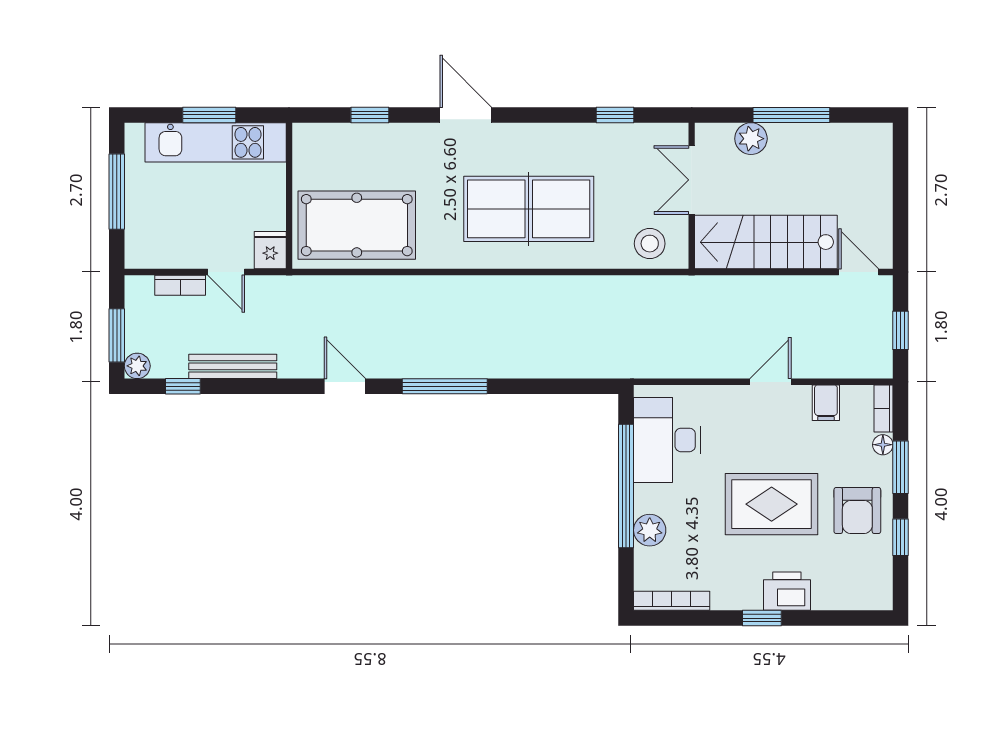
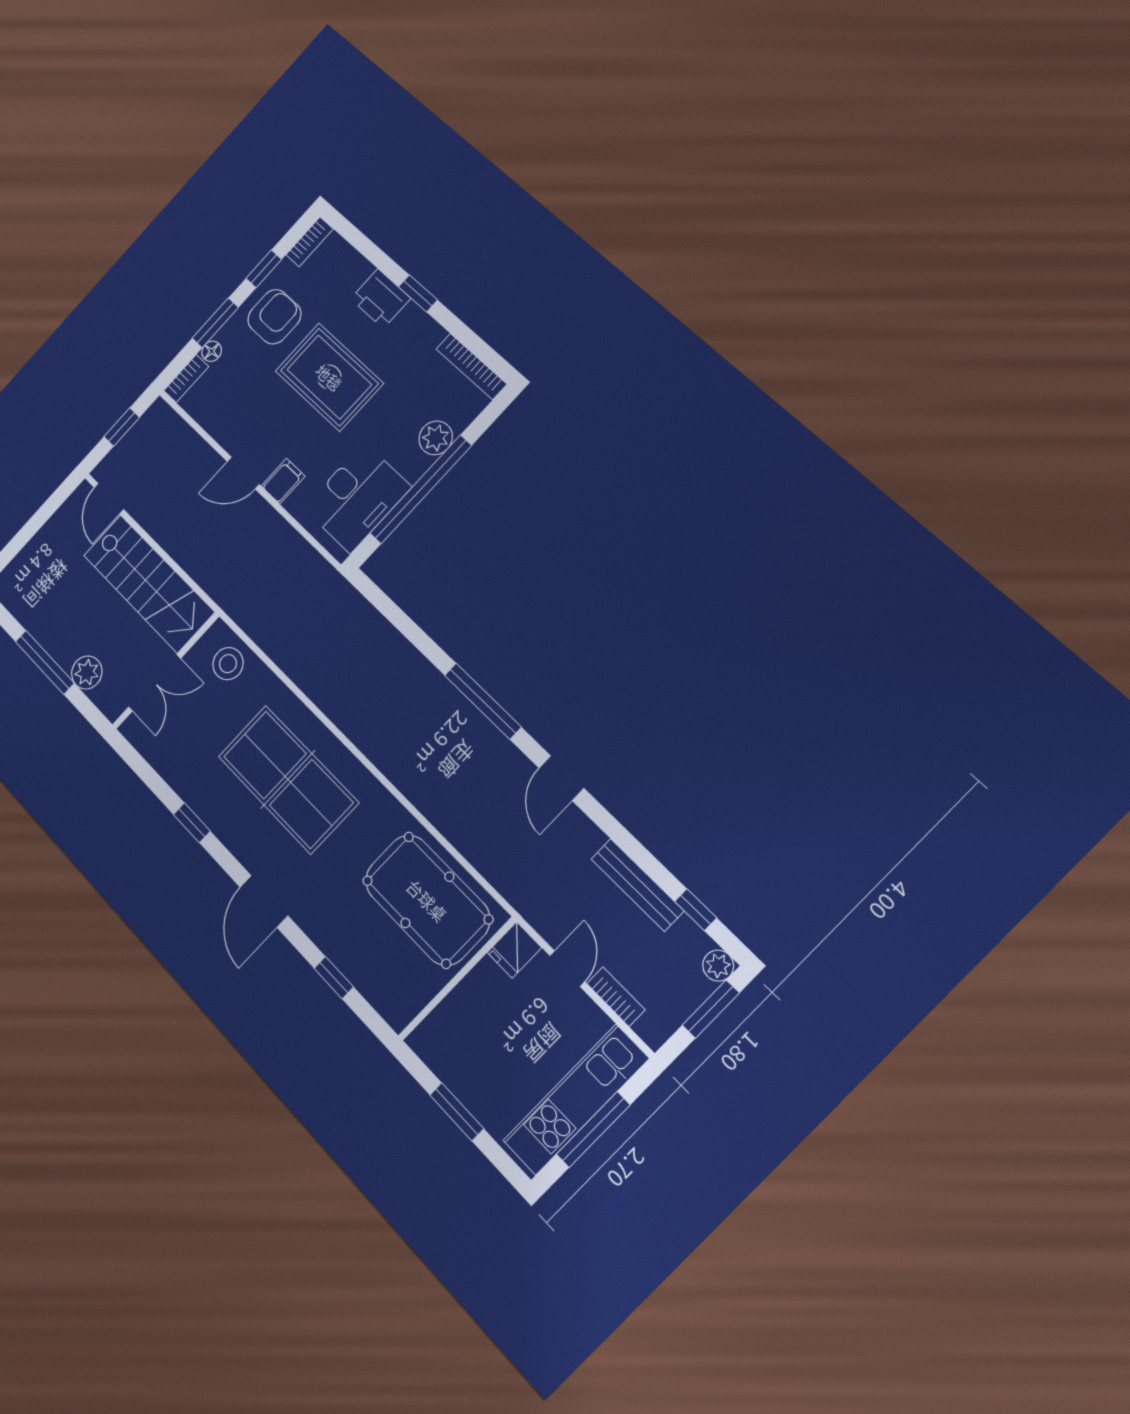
window: (615, 115) -> (192, 823), moved
kitchen unit: (216, 142) -> (576, 1100), moved, turned -90
filing cabinet: (826, 403) -> (283, 481), moved
bookcase: (883, 586) -> (310, 242), added

